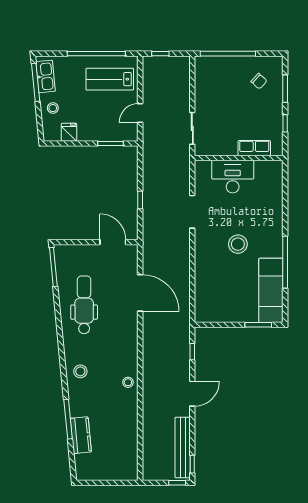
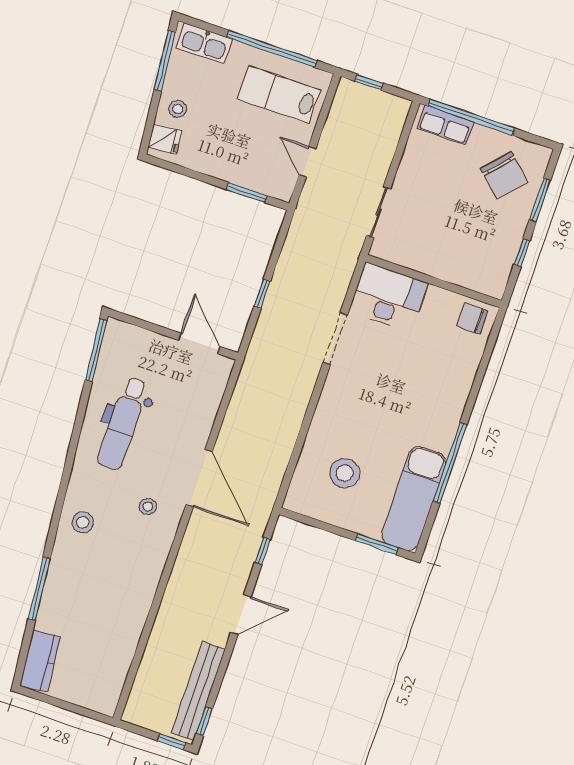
kitchen sink: (46, 76) -> (204, 43), moved, turned 96
chair: (259, 81) -> (504, 175), width x1.87, depth x1.87
door: (140, 113) -> (307, 162), hinge flipped
fridge: (69, 132) -> (165, 139), moved, turned 84
row of seats: (254, 148) -> (445, 125), moved, turned 180
chair: (269, 172) -> (472, 318), added
desk: (233, 177) -> (389, 297), moved
stool: (238, 244) -> (345, 473), moved
door: (140, 293) -> (199, 478), moved
dental chair: (84, 305) -> (123, 423), turned 180
stool: (128, 382) -> (148, 506), moved
kitchen counter: (81, 435) -> (40, 661), moved

